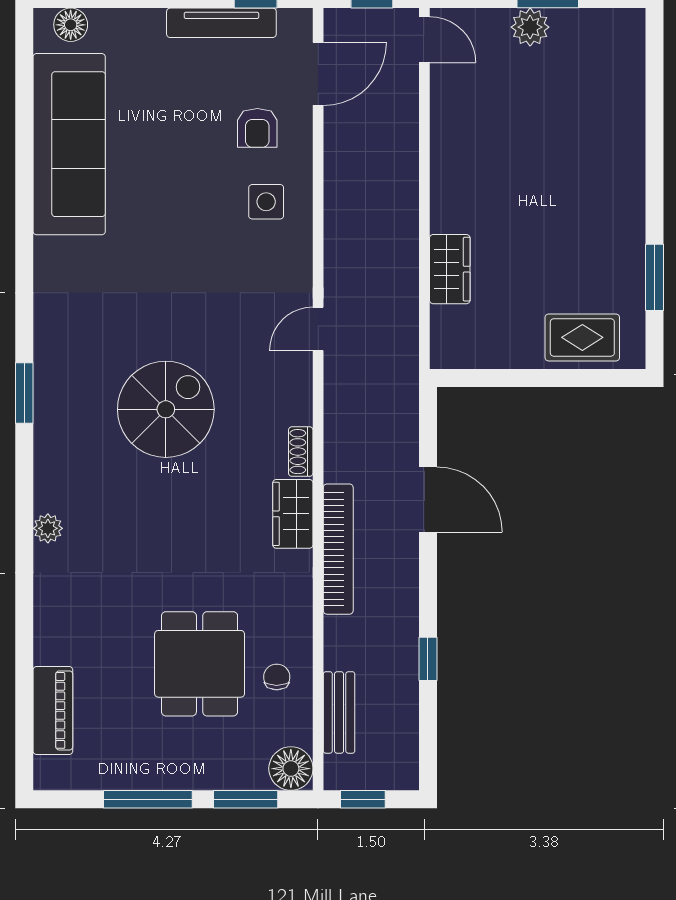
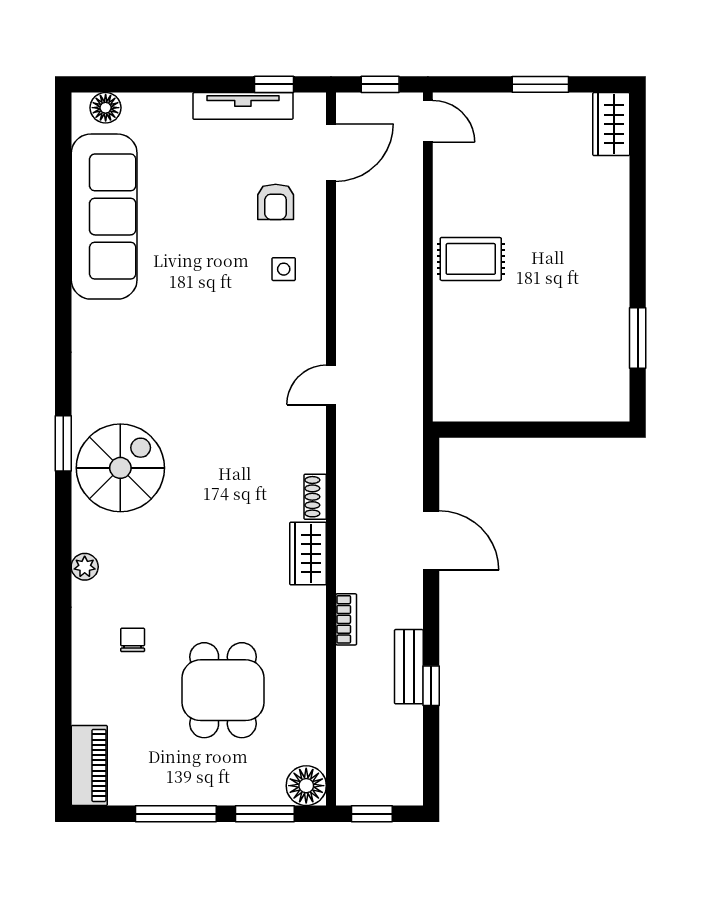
plant: (530, 27) -> (524, 110), removed
side table: (266, 202) -> (284, 269), width x0.73, depth x0.73
wardrobe: (450, 269) -> (611, 124), moved, turned 180
rug: (582, 337) -> (471, 259), moved
spiral stairs: (166, 409) -> (120, 468), moved
bookcase: (338, 549) -> (346, 619), width x0.43, depth x0.76
chair: (277, 677) -> (133, 640), moved
piano: (53, 710) -> (89, 765), moved
bench: (339, 712) -> (409, 667), moved

